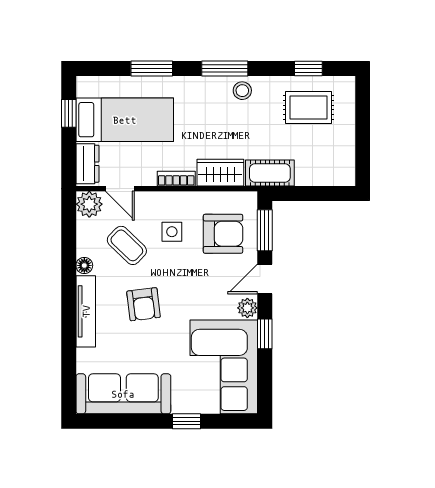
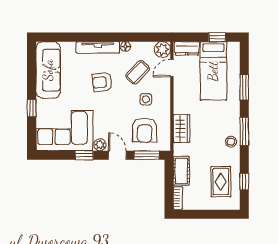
cot: (270, 173) -> (181, 171), moved
bookcase: (176, 179) -> (178, 198), moved

